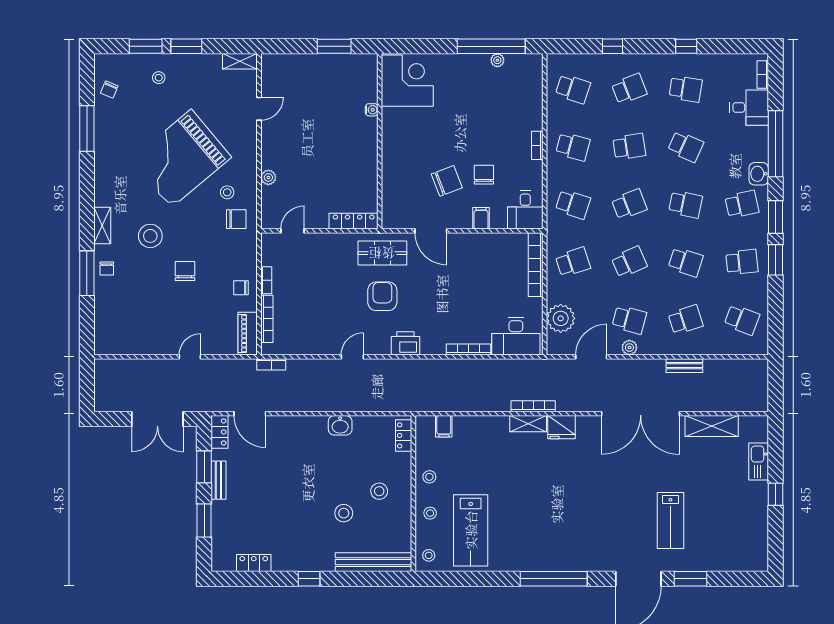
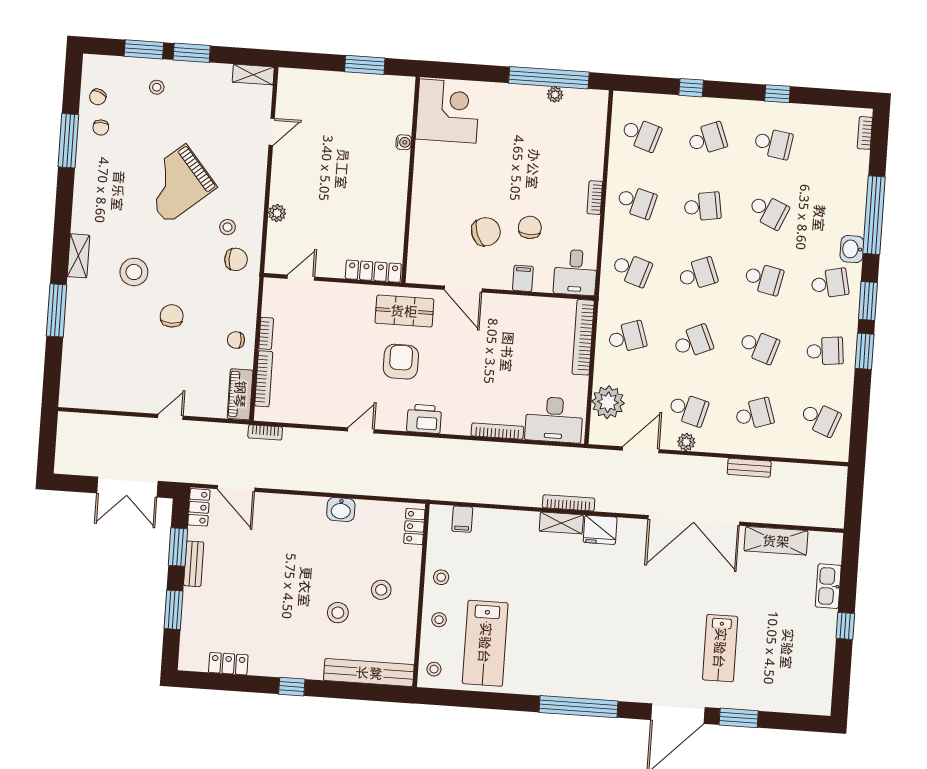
desk: (749, 108) -> (846, 171), removed
grand piano: (181, 159) -> (176, 184), width x0.73, depth x0.68
chair: (107, 269) -> (101, 128), moved

